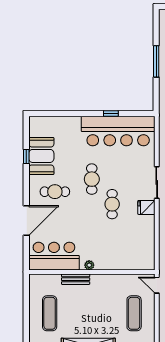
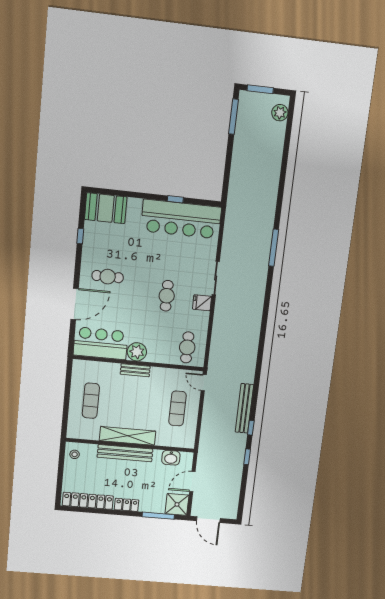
window: (156, 61) -> (233, 117), moved
booth: (41, 156) -> (106, 208), moved, turned 90
cafe table: (92, 179) -> (187, 347), moved
plant: (89, 265) -> (137, 352), width x1.88, depth x1.88
bench: (76, 279) -> (135, 370), moved

